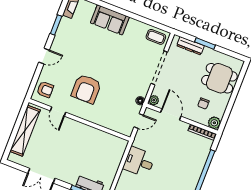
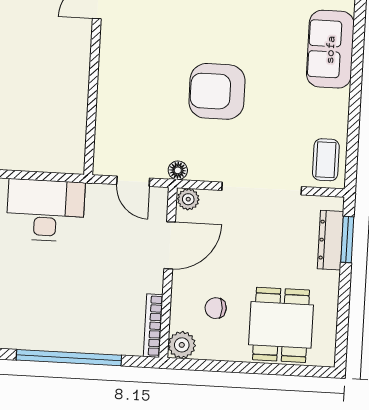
window: (205, 44) -> (347, 239), moved
armchair: (86, 89) -> (217, 91), moved
desk: (139, 162) -> (46, 210), width x1.37

